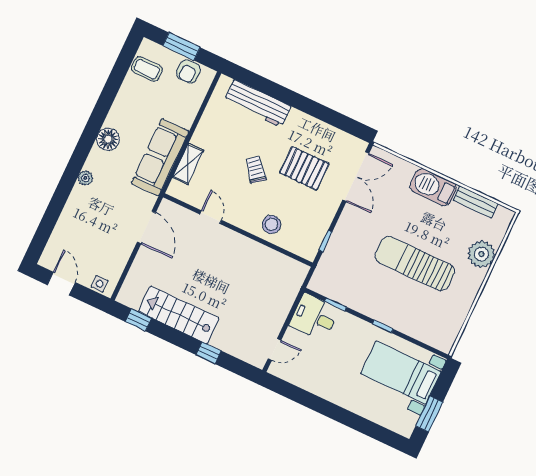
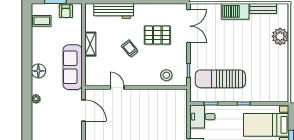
shelving: (188, 164) -> (90, 44), moved
stool: (271, 224) -> (166, 75), moved
sun lounger: (415, 264) -> (220, 79), moved

